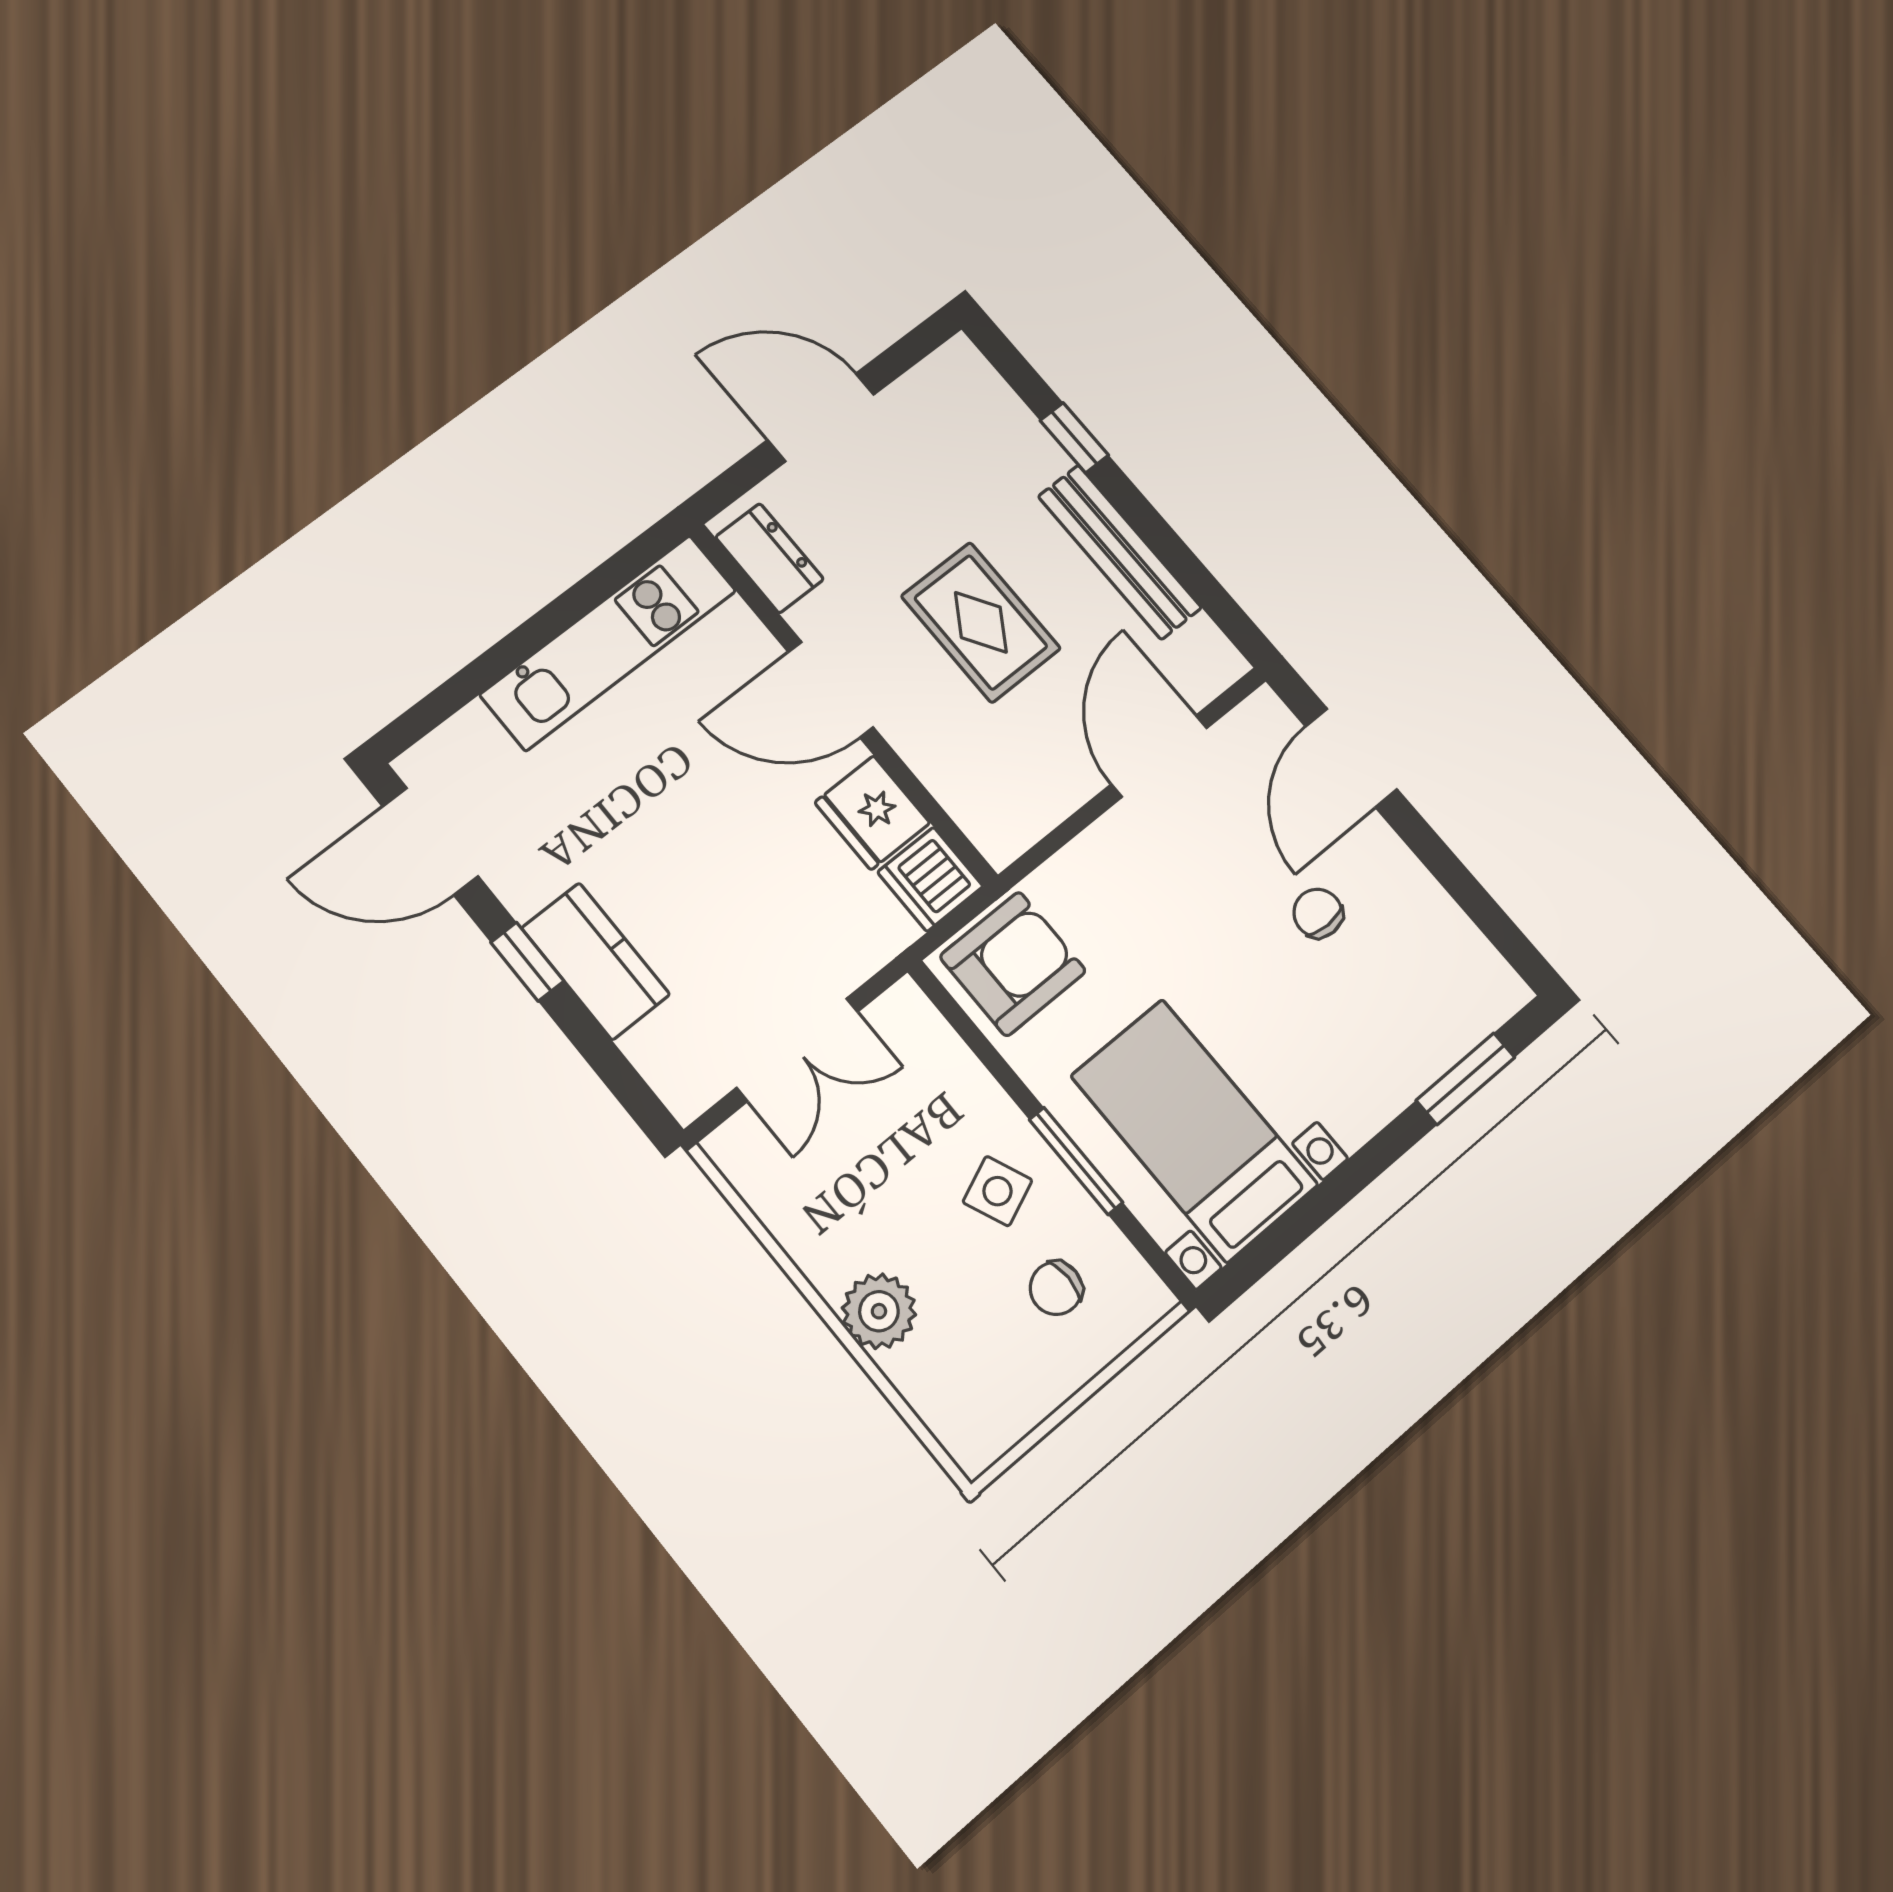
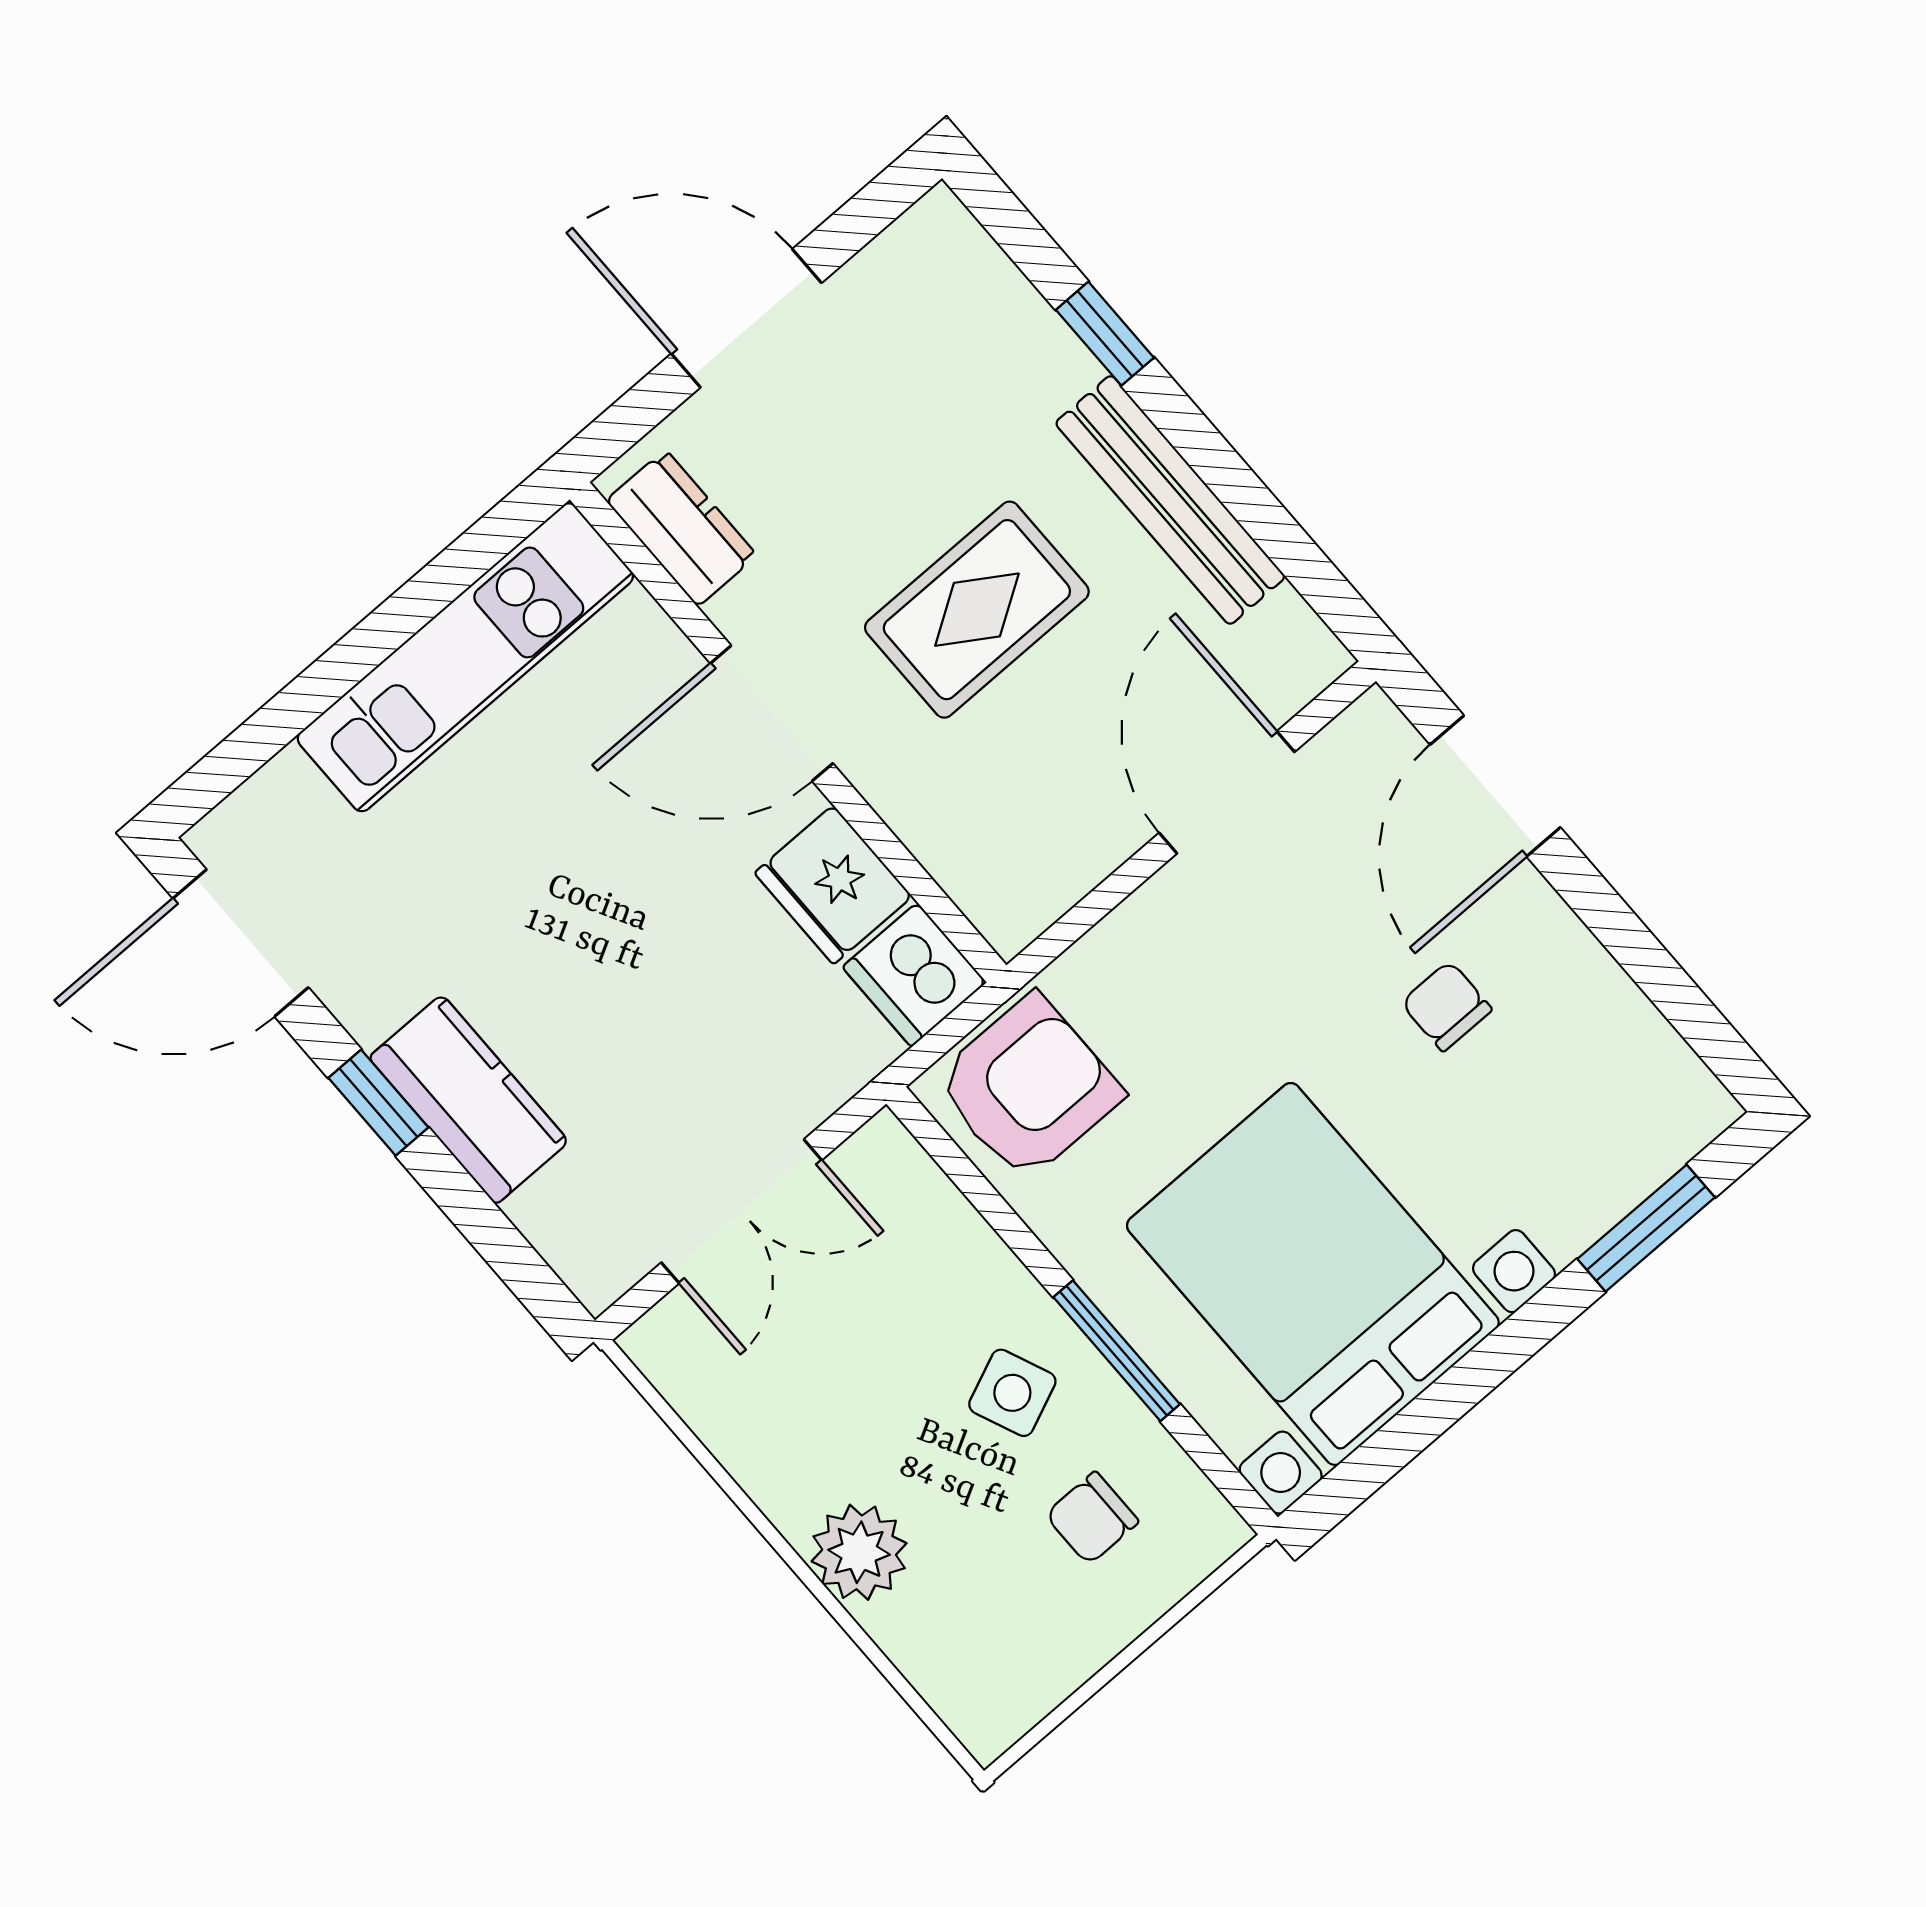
rug: (981, 622) -> (977, 610), turned 90
bed with nightstands: (1194, 1130) -> (1313, 1274), width x1.36

